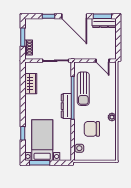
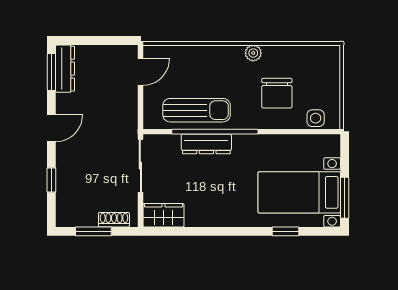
door: (74, 16) -> (51, 128), width x0.53
wardrobe: (31, 84) -> (163, 215), moved
dresser: (66, 106) -> (206, 144), moved

